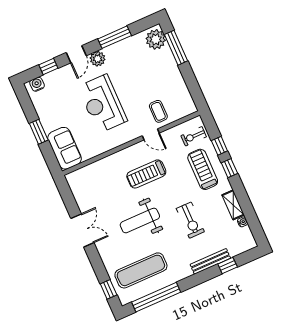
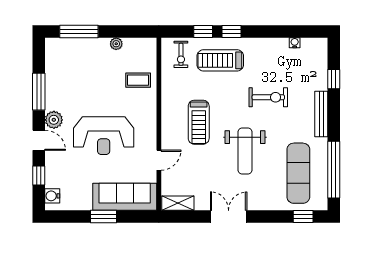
plant: (156, 39) -> (116, 44), moved, width x0.53, depth x0.53
door: (151, 134) -> (159, 160), moved
sofa: (65, 148) -> (125, 197), width x1.36
shelving: (233, 205) -> (178, 203), moved
bench: (210, 261) -> (321, 114), moved

